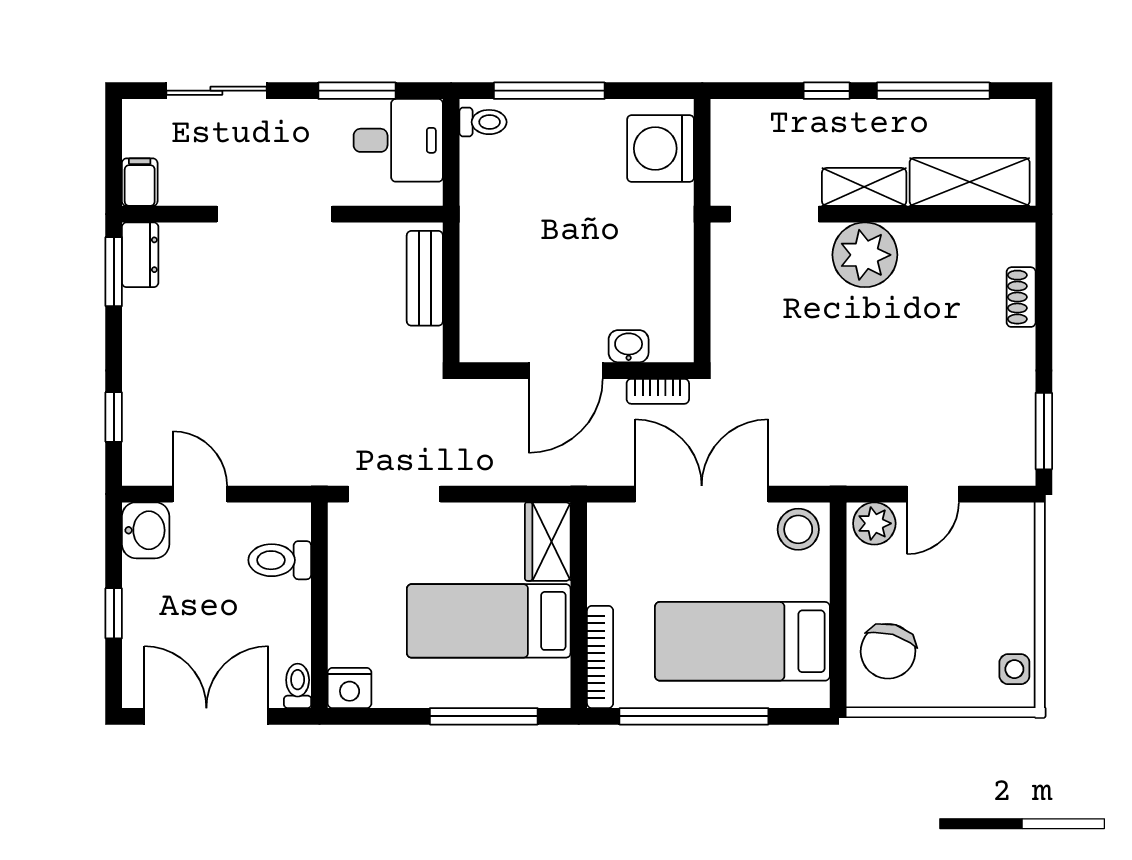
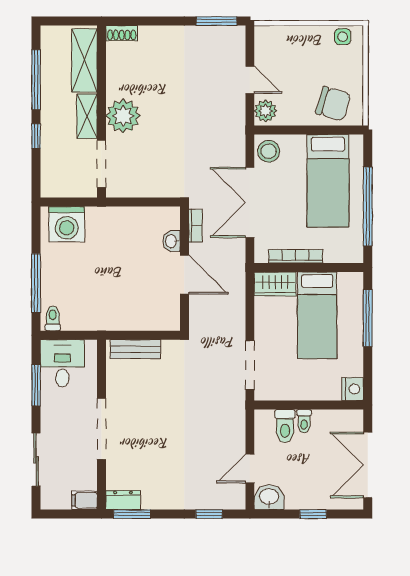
shoe rack: (1021, 297) -> (122, 33), moved
bookcase: (600, 657) -> (296, 256), moved
toilet: (298, 686) -> (304, 421), moved, turned -90

